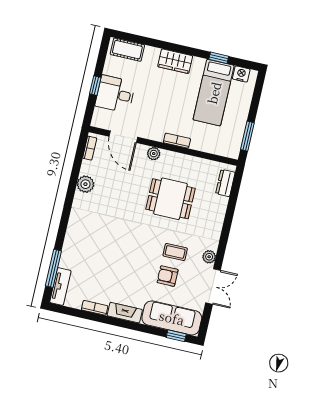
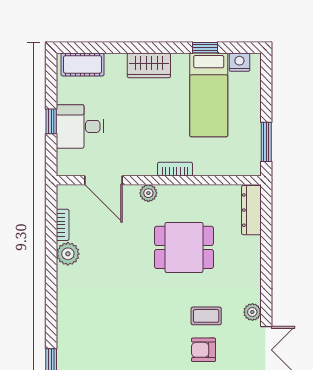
bookcase: (90, 148) -> (63, 225), moved
dresser: (225, 183) -> (251, 210), width x1.44

